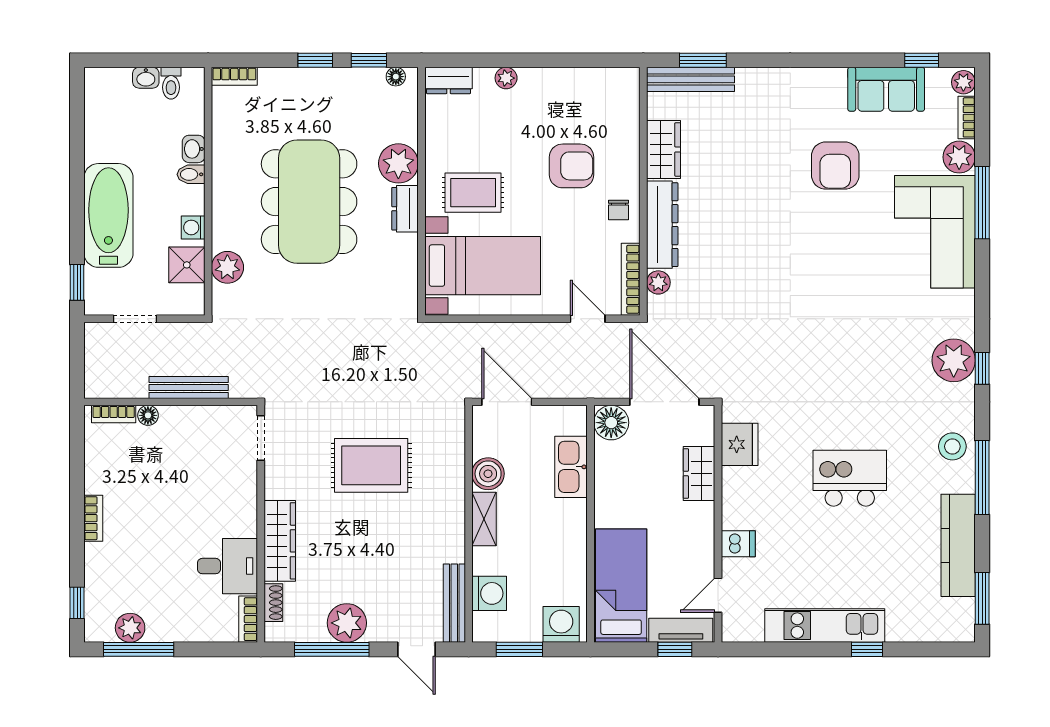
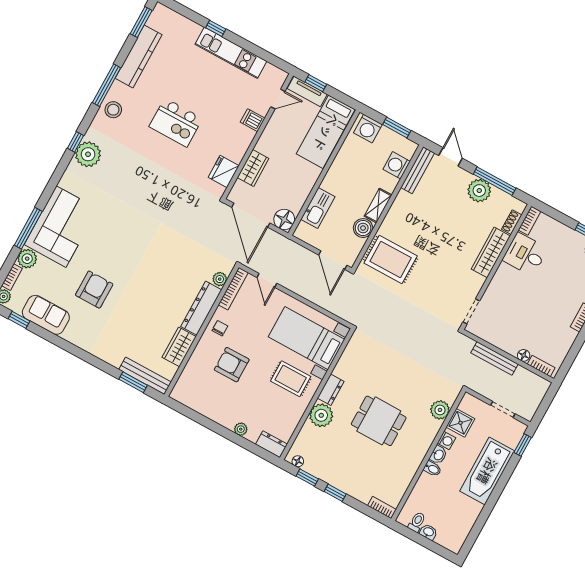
washbasin: (194, 149) -> (438, 455), moved
dining table: (309, 202) -> (379, 421), width x0.53, depth x0.80
rug: (371, 465) -> (391, 260), moved

